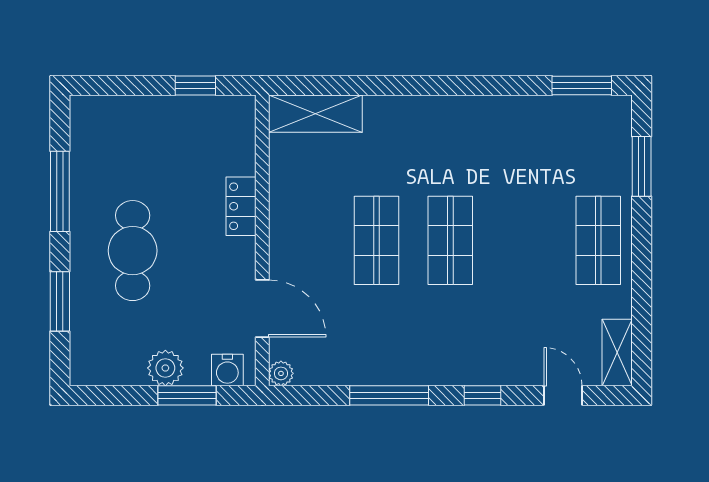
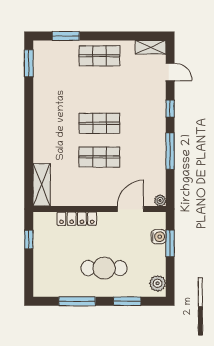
locker: (241, 206) -> (77, 219), width x1.53
plant: (165, 368) -> (158, 283), moved
water cooler: (227, 370) -> (159, 237), moved
door: (563, 395) -> (170, 72), swing flipped

